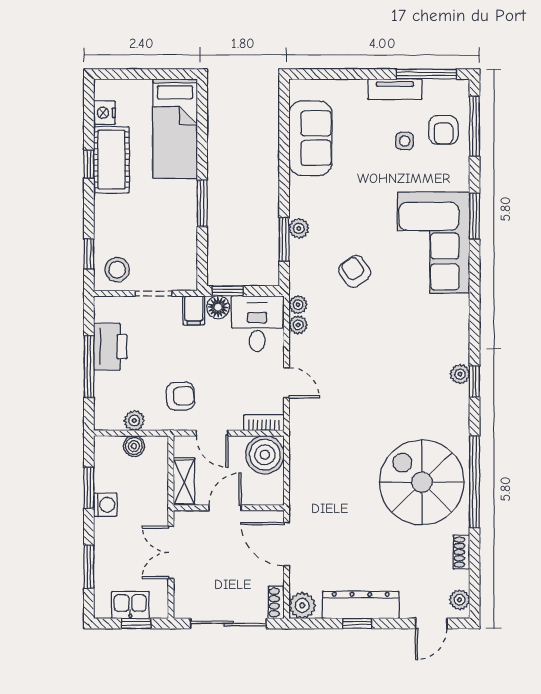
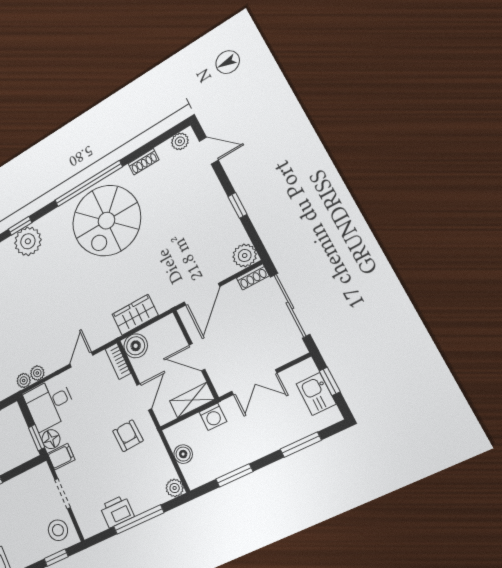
printer: (110, 347) -> (117, 511), width x0.73, depth x0.84
plant: (460, 374) -> (28, 241), width x1.88, depth x1.88
plant: (134, 421) -> (175, 488), moved
boiler: (265, 455) -> (136, 346), width x0.73, depth x0.73
wardrobe: (303, 465) -> (135, 315), added
washing machine: (105, 505) -> (213, 417), moved, turned 180
dresser: (361, 605) -> (221, 211), removed

